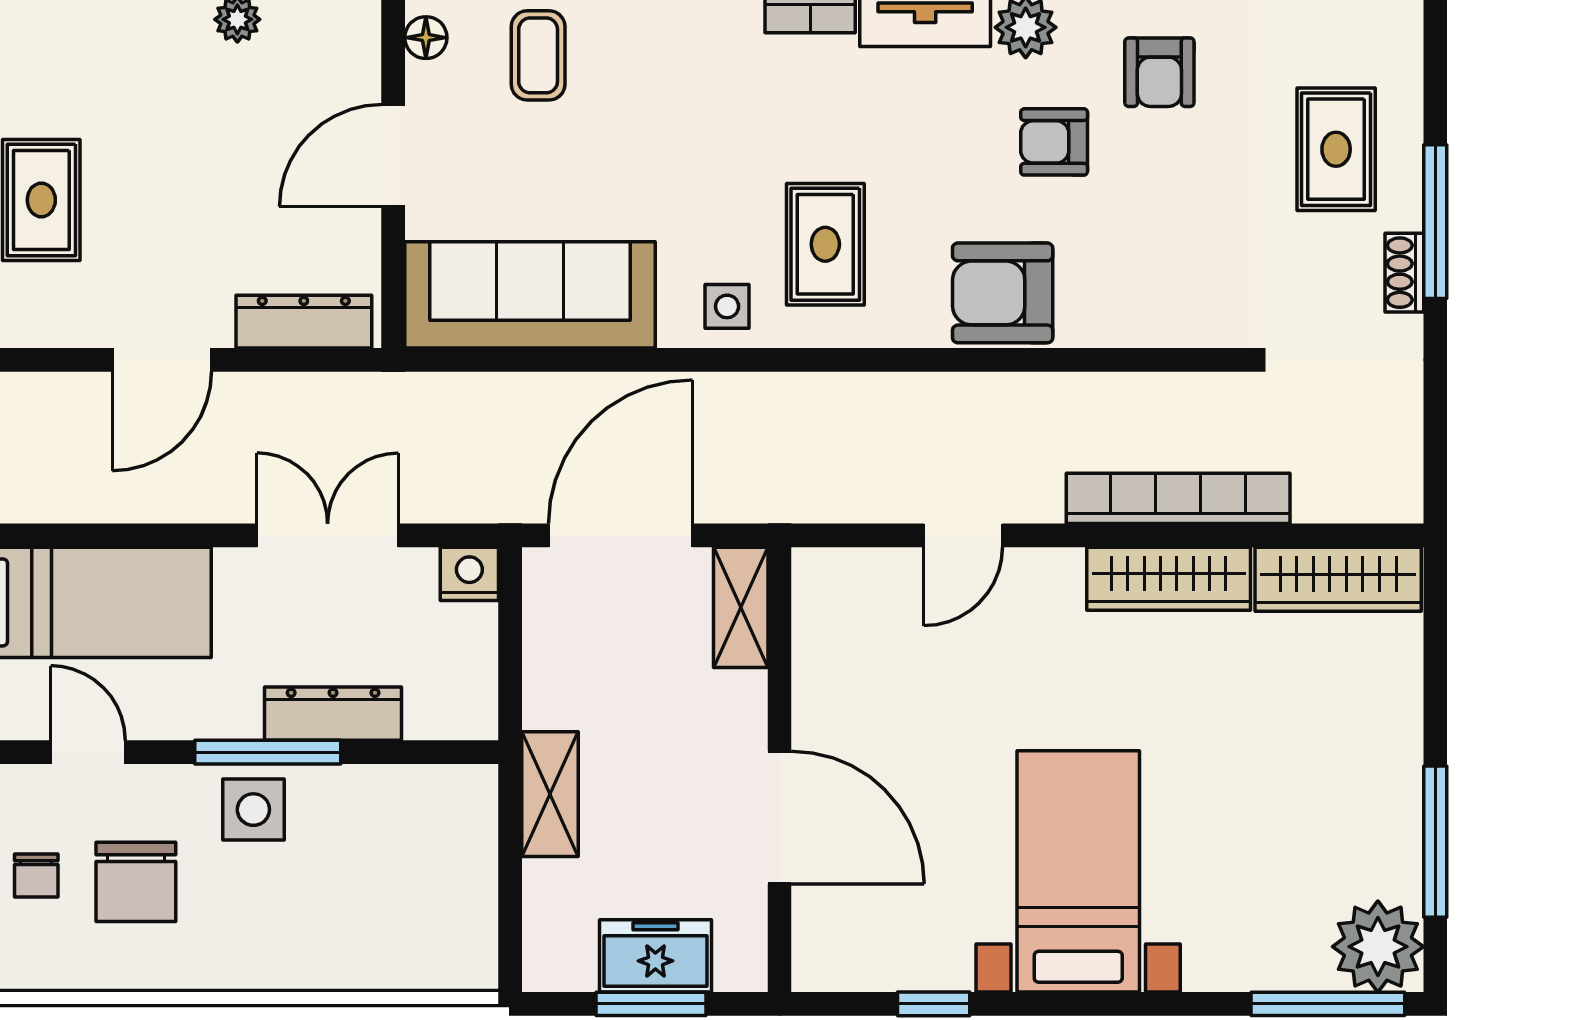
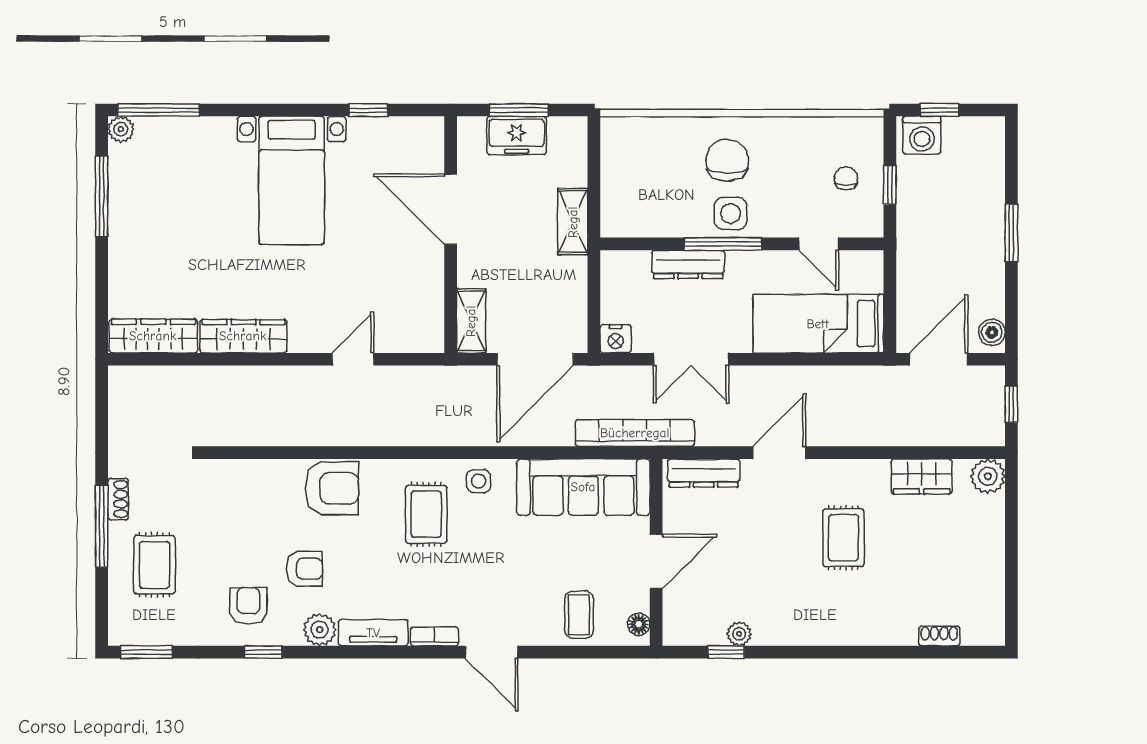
bookcase: (1178, 498) -> (635, 433), moved, turned 180
chair: (136, 882) -> (727, 160), moved
plant: (1378, 947) -> (121, 129), width x0.53, depth x0.53

